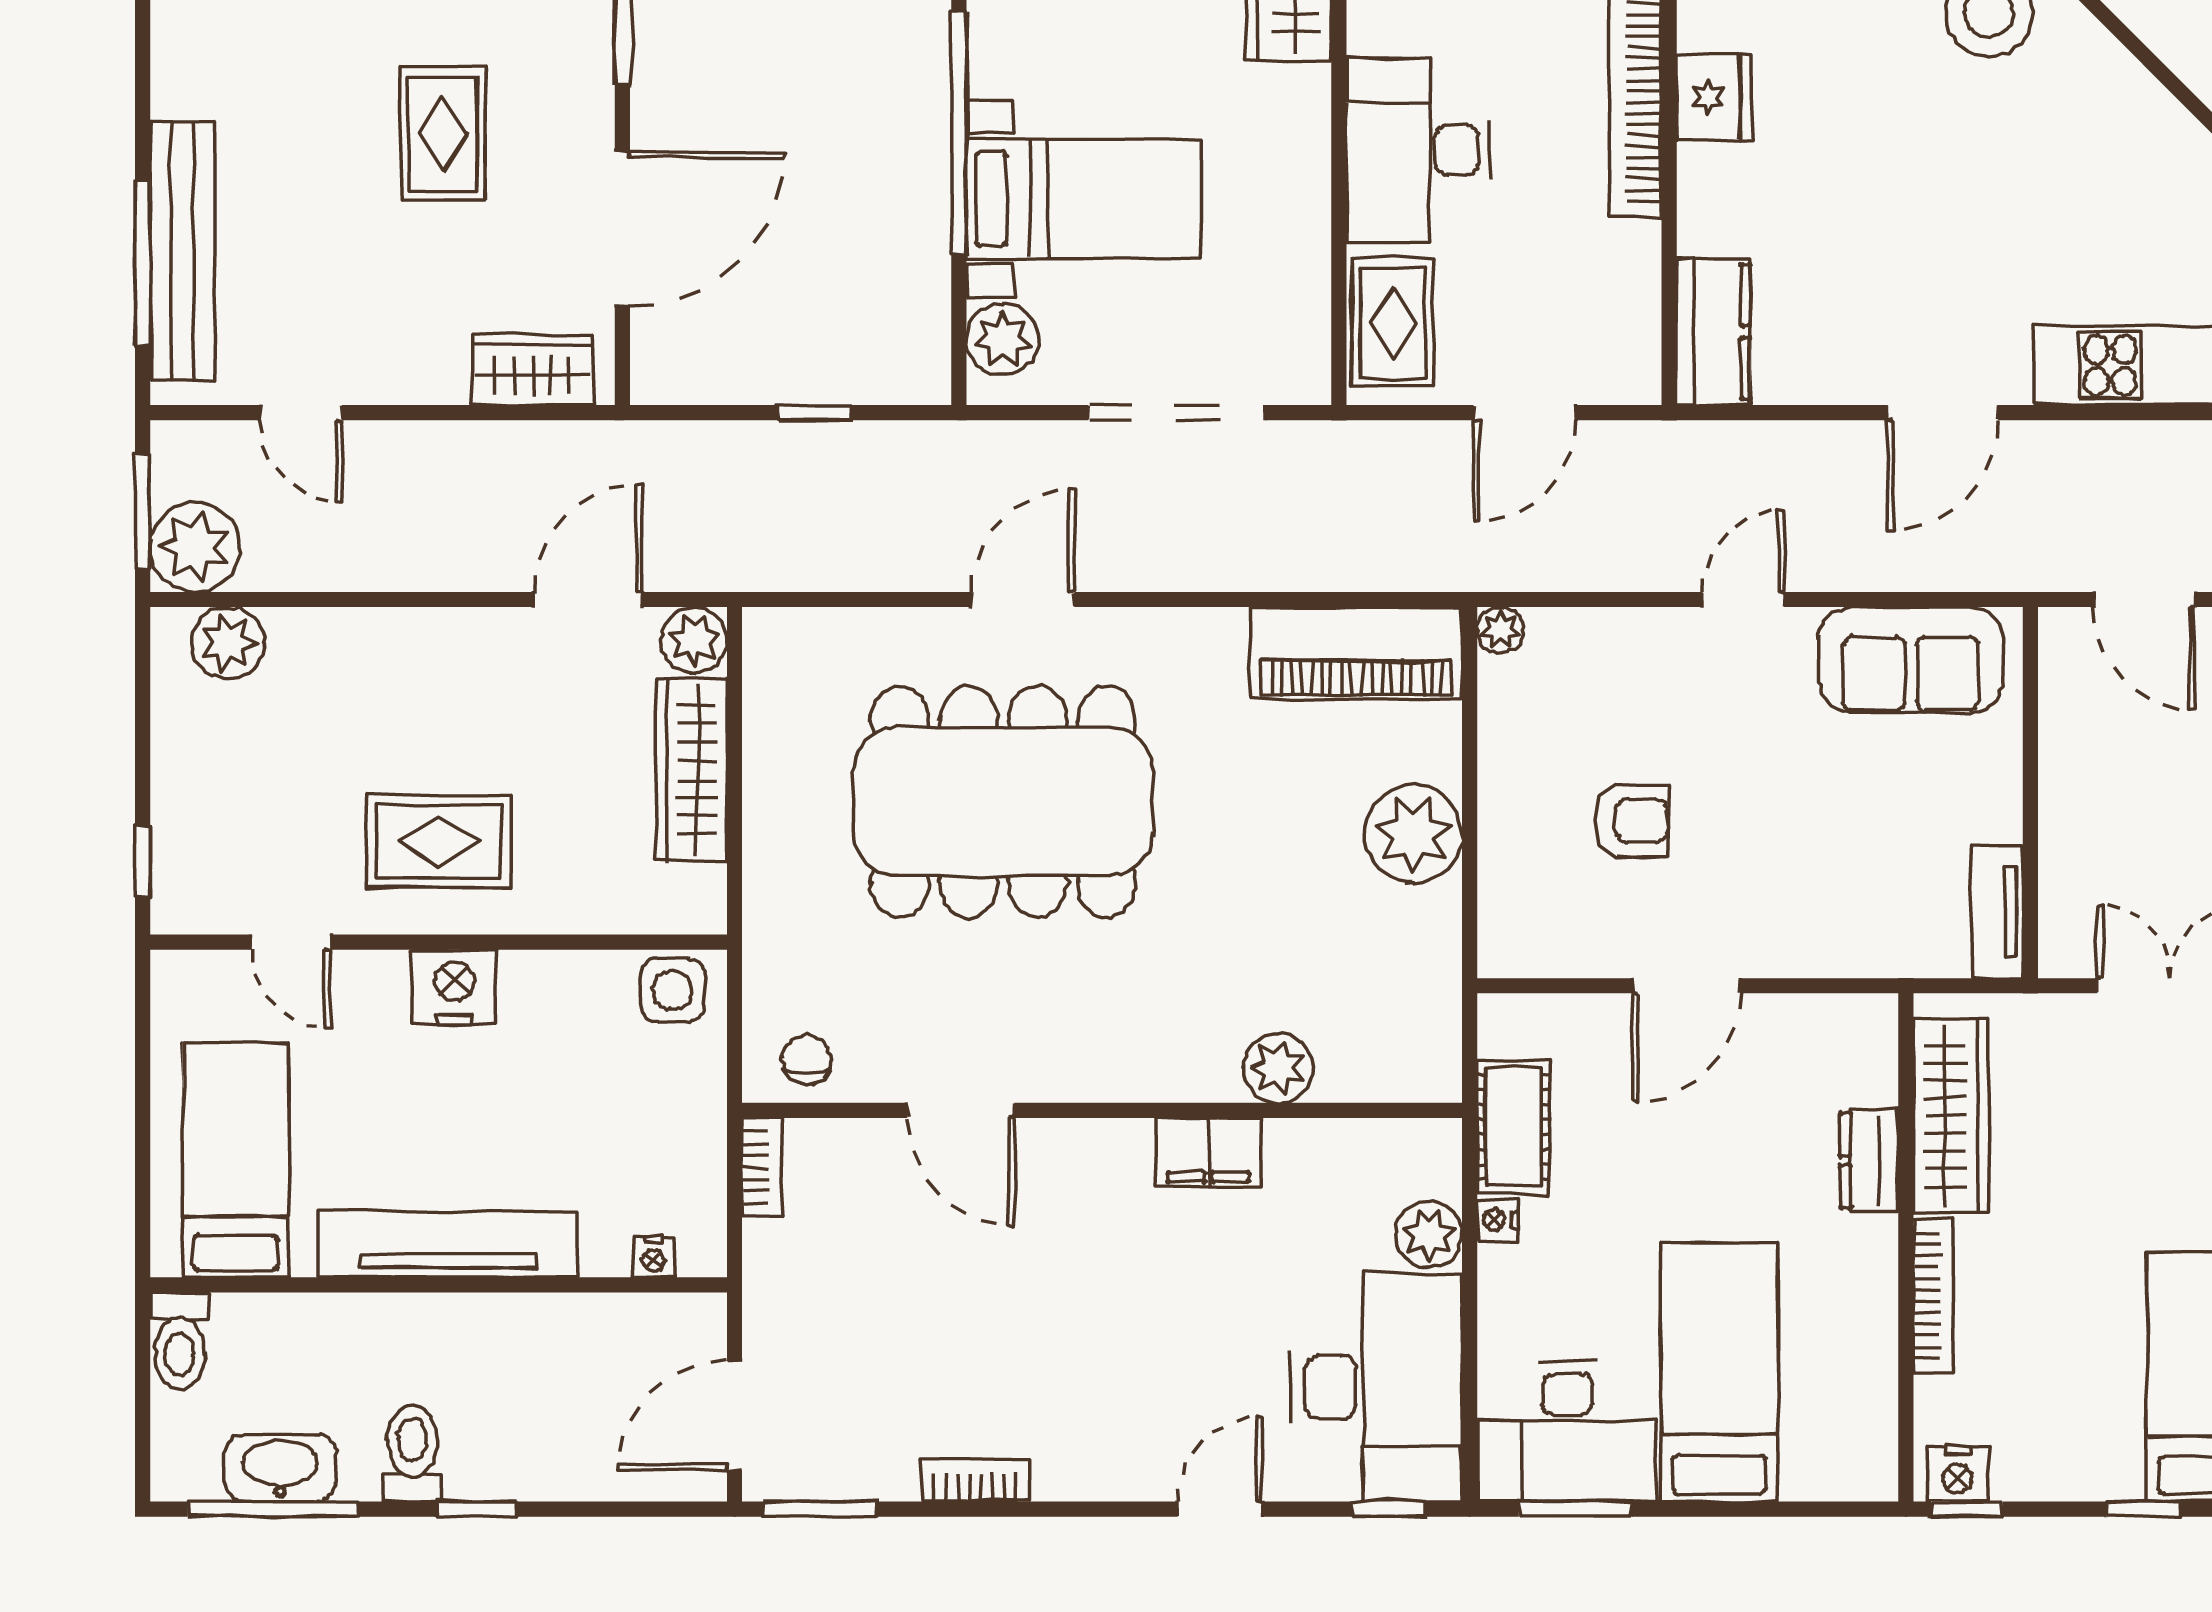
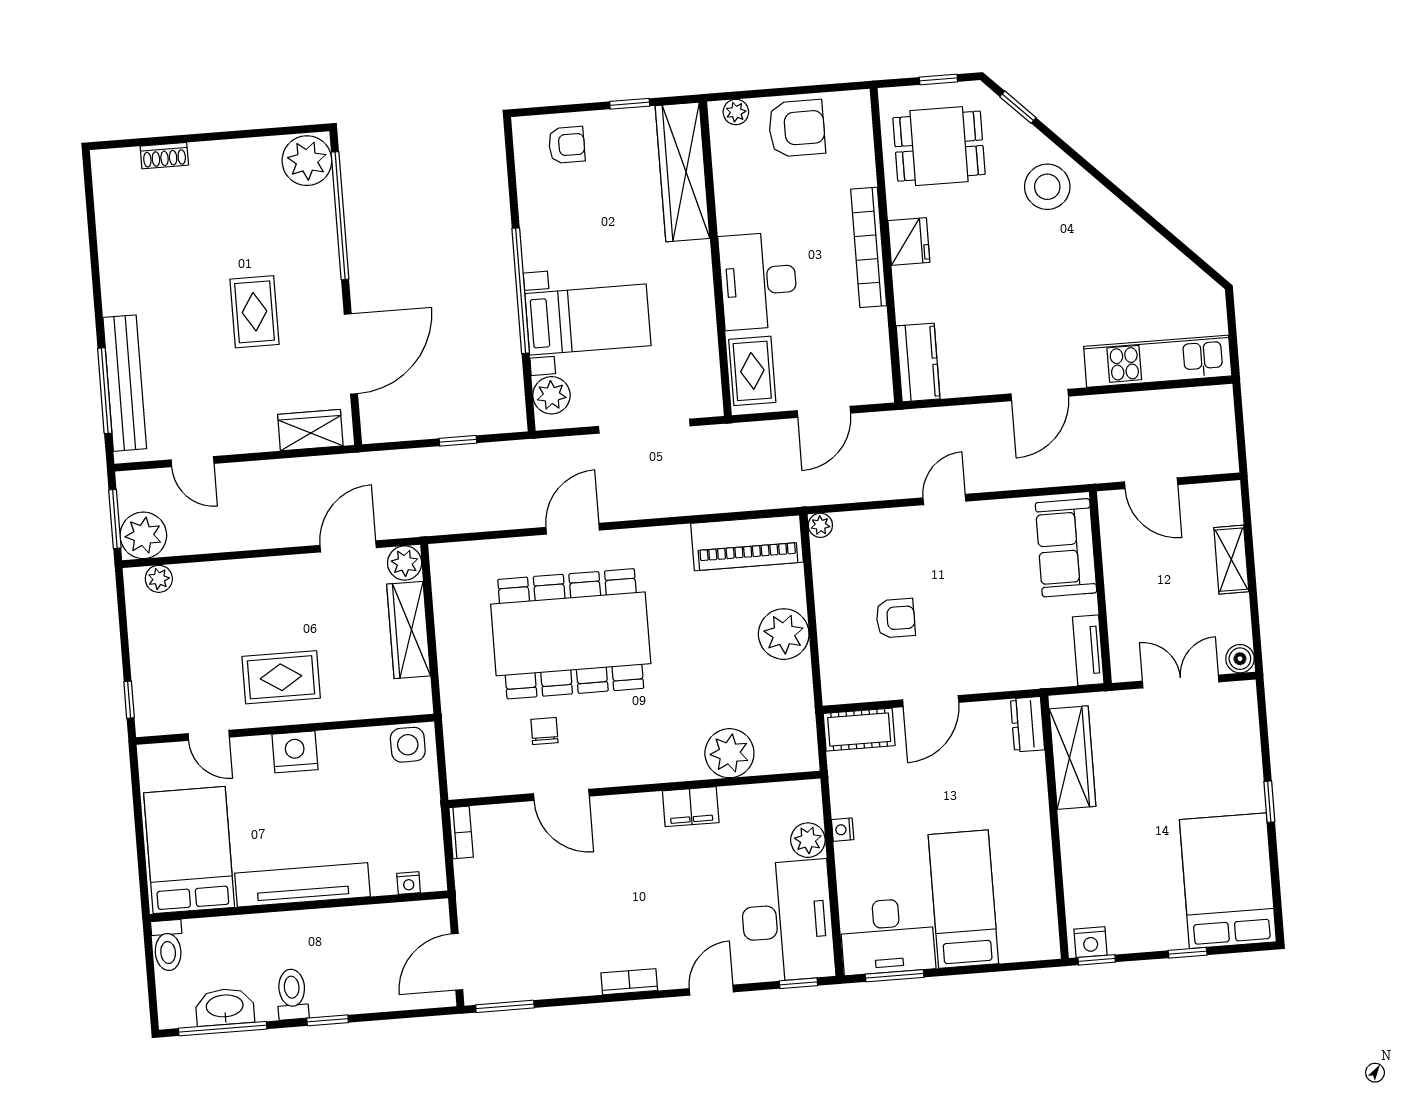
plant: (228, 643) -> (159, 579), width x0.73, depth x0.73
sofa: (1911, 660) -> (1066, 548), moved, turned 90
chair: (807, 1059) -> (544, 731), moved
plant: (1278, 1068) -> (729, 753), width x1.36, depth x1.36
cot: (1514, 1127) -> (859, 730), moved, turned 90
bed: (236, 1160) -> (189, 850), width x1.50
dresser: (1869, 1160) -> (1027, 724), moved
bookcase: (1933, 1296) -> (1071, 851), removed
bookcase: (976, 1480) -> (629, 982), moved

